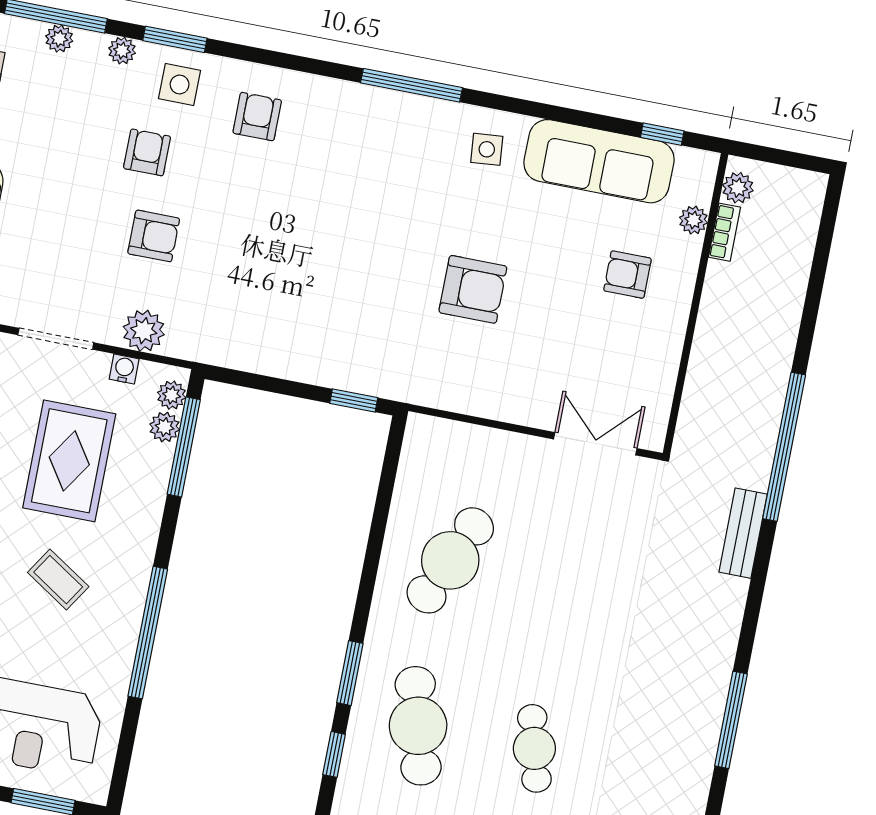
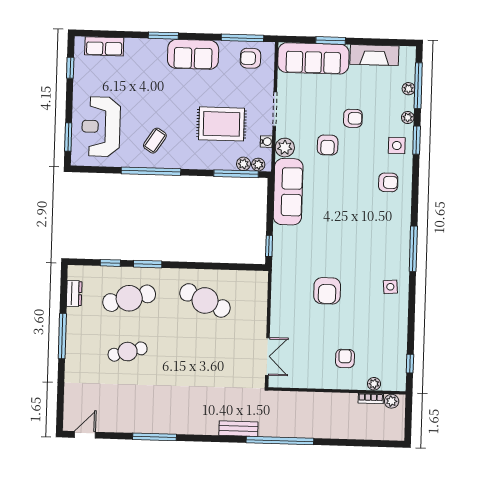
armchair: (147, 152) -> (353, 118), moved
sofa: (599, 161) -> (288, 192), moved, turned 180
coffee table: (58, 580) -> (155, 141), moved

